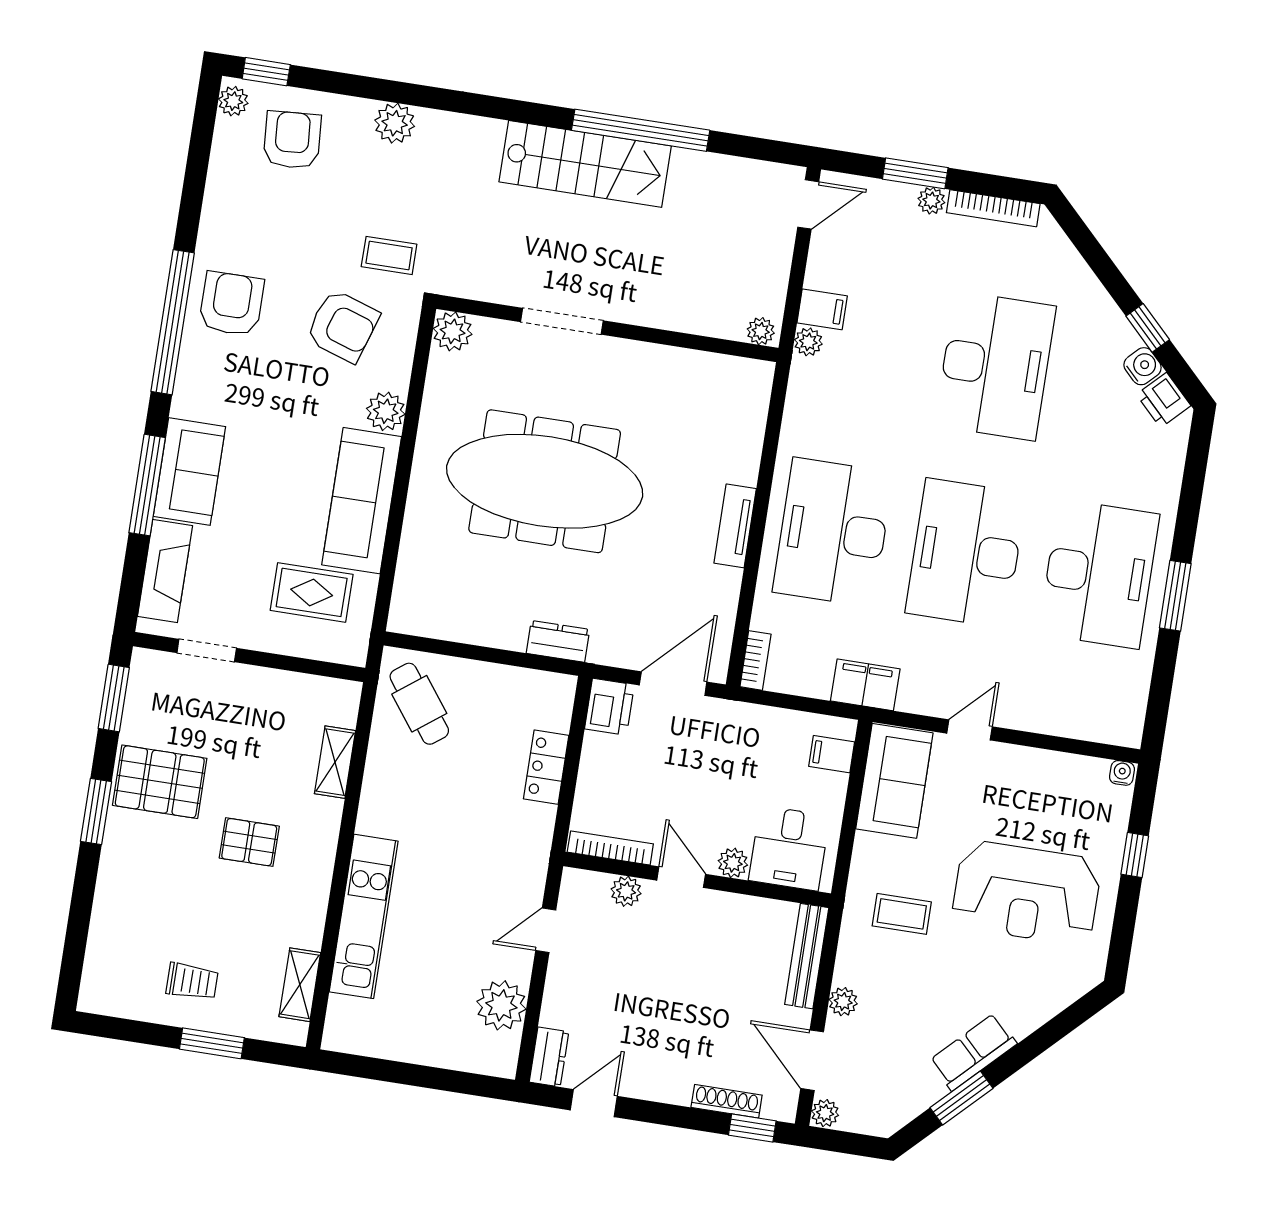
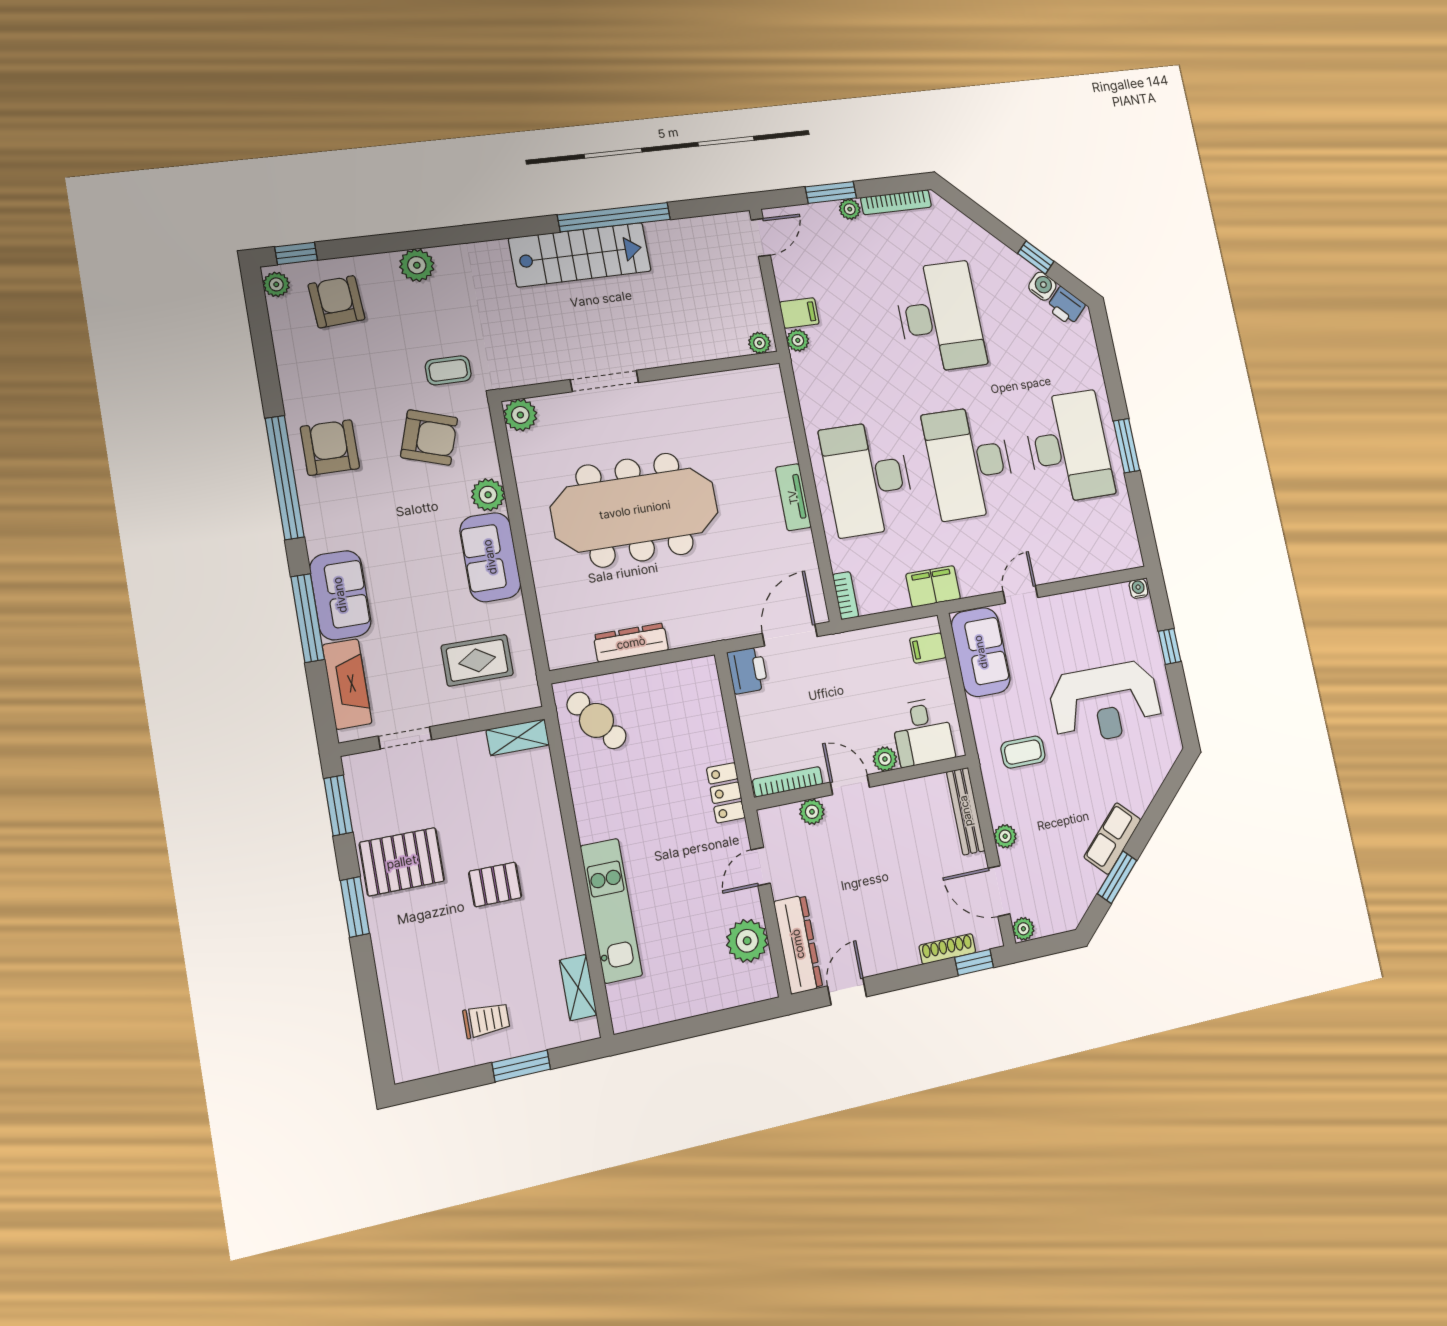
sofa: (362, 501) -> (490, 557), width x0.73
dresser: (558, 641) -> (631, 643), moved, width x1.44
shelving: (335, 762) -> (518, 737), moved, turned 90
locker: (546, 767) -> (726, 793), moved
dresser: (549, 1057) -> (798, 944), width x1.96, depth x1.24

